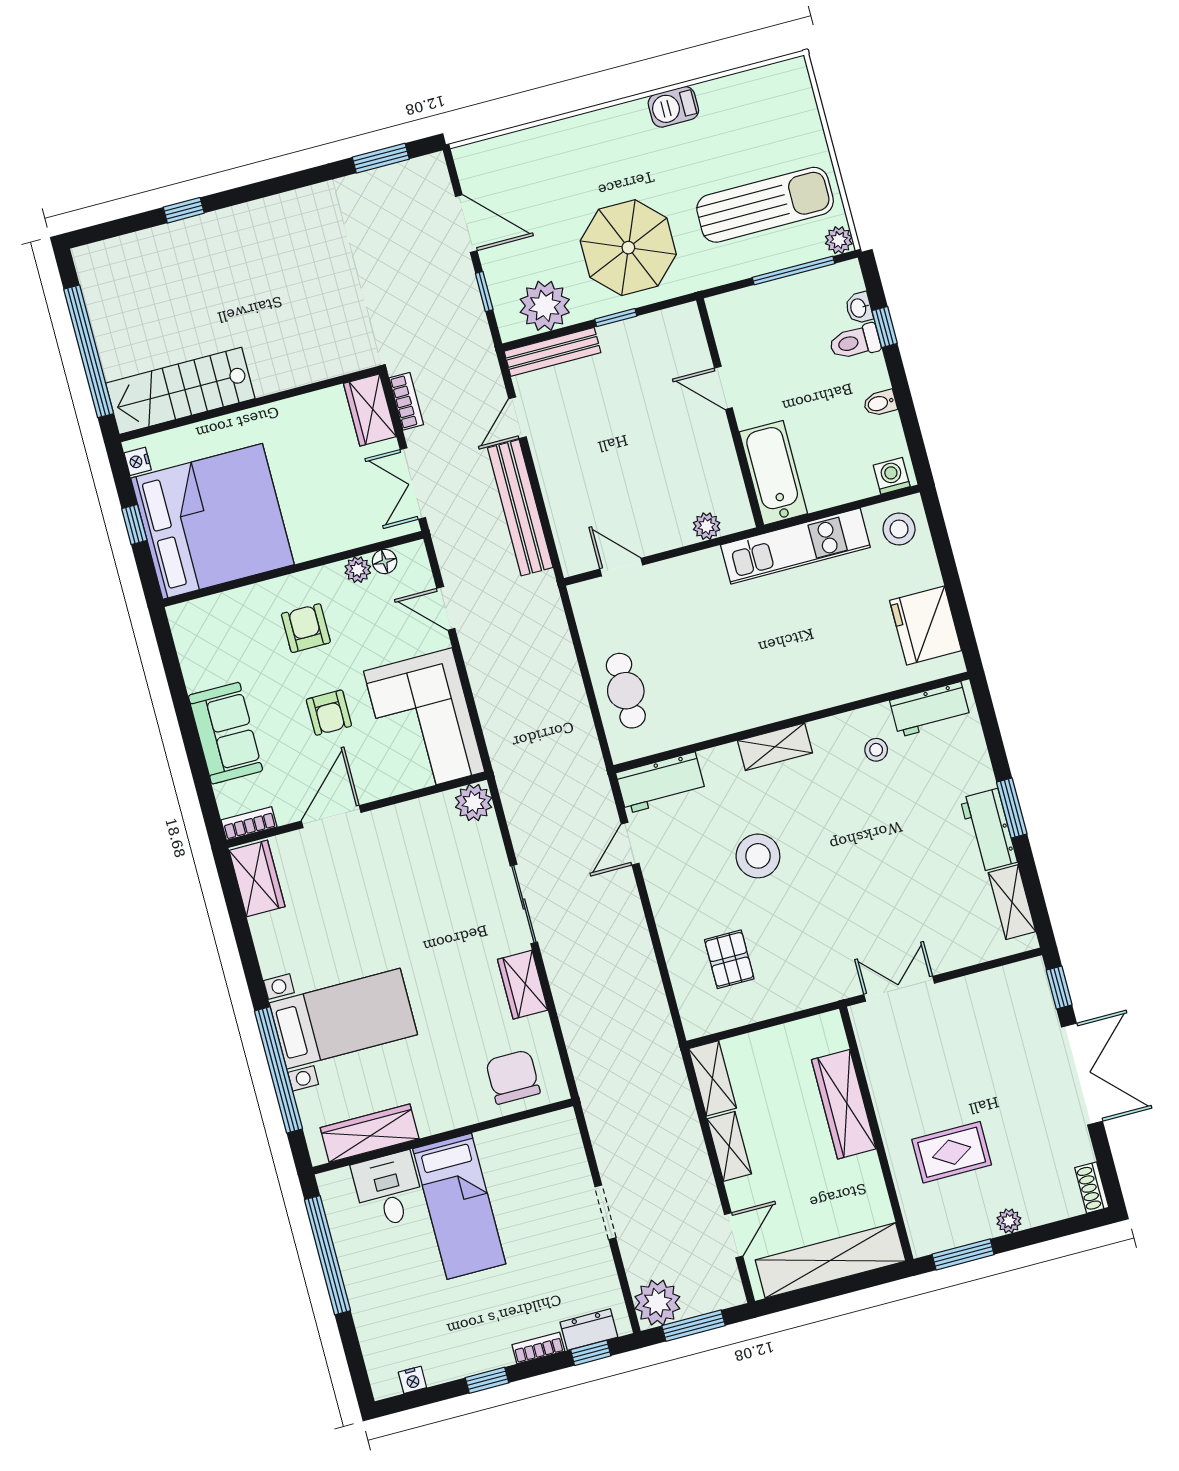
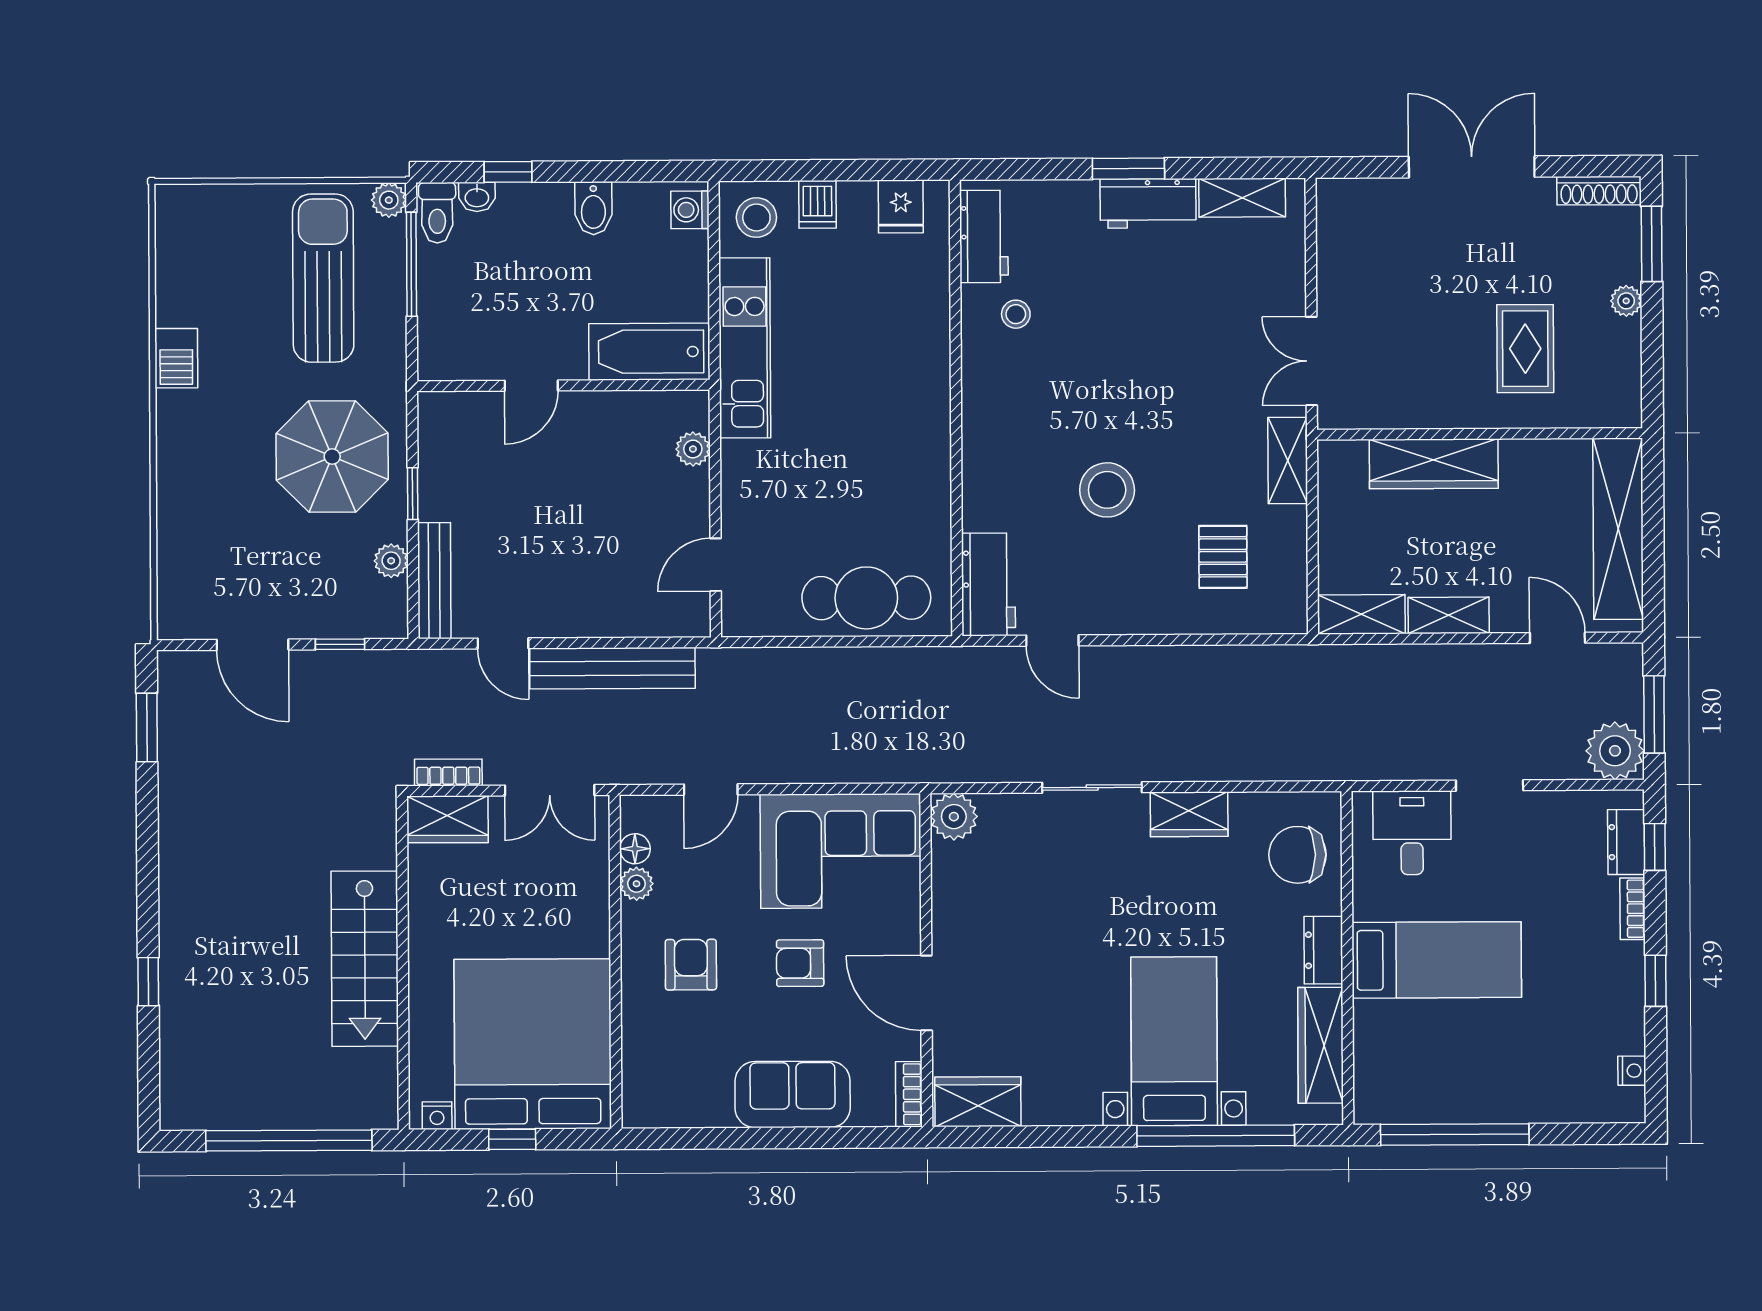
door: (466, 224) -> (252, 645), swing flipped
plant: (545, 306) -> (391, 561), width x0.53, depth x0.53
toilet: (855, 342) -> (437, 213), moved
stairs: (180, 391) -> (365, 959), moved
bidet: (880, 403) -> (593, 208), width x1.38, depth x1.36
dishwasher: (921, 574) -> (817, 204), added
fridge: (926, 626) -> (901, 207), width x0.53, depth x0.75
armchair: (306, 628) -> (691, 965), turned 90
cafe table: (626, 691) -> (866, 598), width x1.37, depth x1.35
armchair: (329, 713) -> (800, 963), turned 180
shelving: (775, 747) -> (1288, 460), moved
pallet: (729, 959) -> (1223, 557), turned 90
window: (1059, 987) -> (1360, 167), removed
dresser: (444, 1116) -> (1323, 950), added
shoe rack: (1092, 1188) -> (1599, 191), width x1.43
desk: (388, 1190) -> (1412, 833), moved, turned 90
window: (963, 1254) -> (1652, 244), moved

